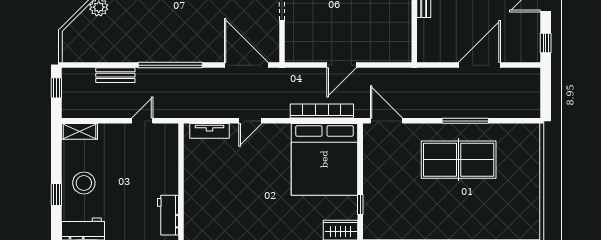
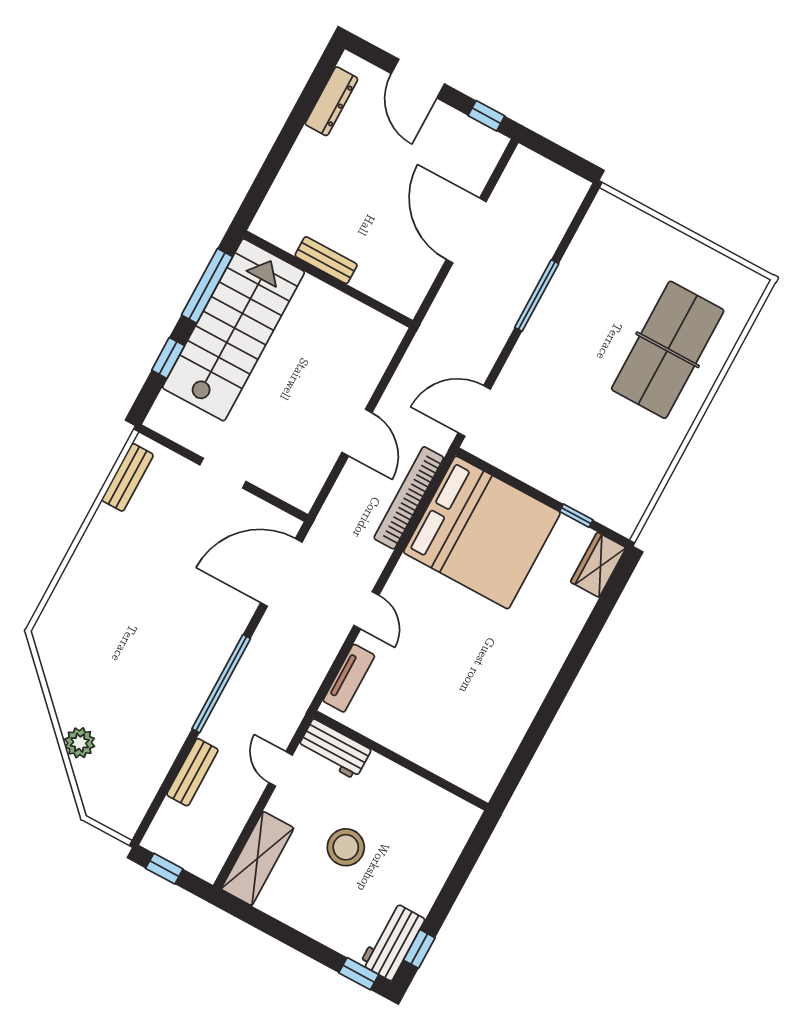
shelving: (79, 131) -> (257, 859), width x1.50, depth x1.33
table tennis table: (459, 160) -> (668, 350), moved
stool: (84, 183) -> (346, 847), moved
window: (56, 194) -> (359, 974), moved
workbench: (168, 215) -> (334, 749), moved

